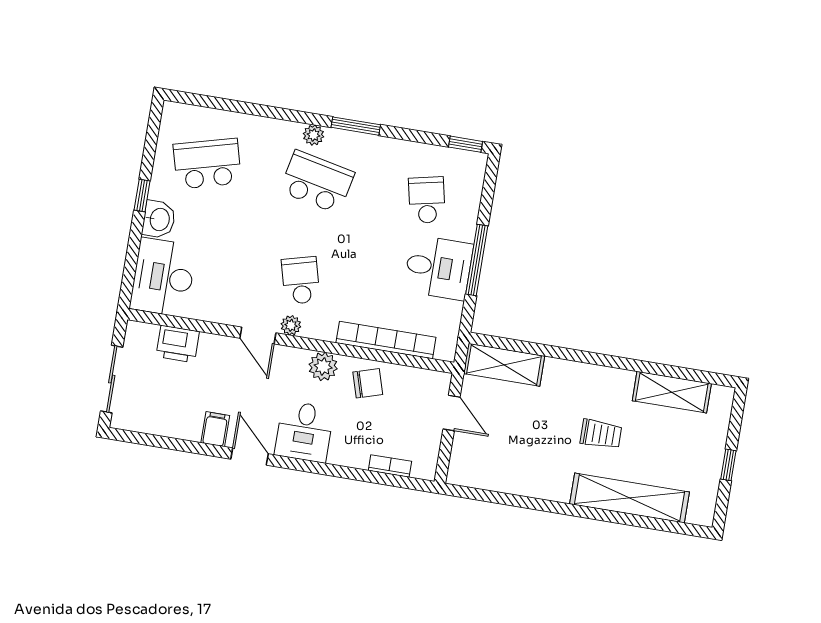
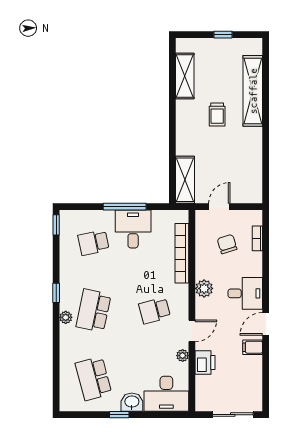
window: (356, 126) -> (56, 293), width x0.67
plant: (291, 325) -> (183, 356), moved
printer: (178, 344) -> (205, 363), moved
chair: (368, 383) -> (227, 244), moved
trolley: (601, 434) -> (217, 115), turned 180

